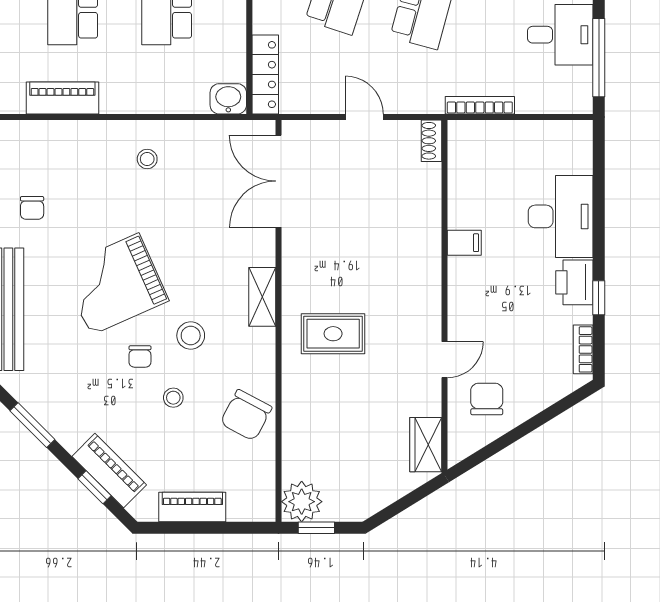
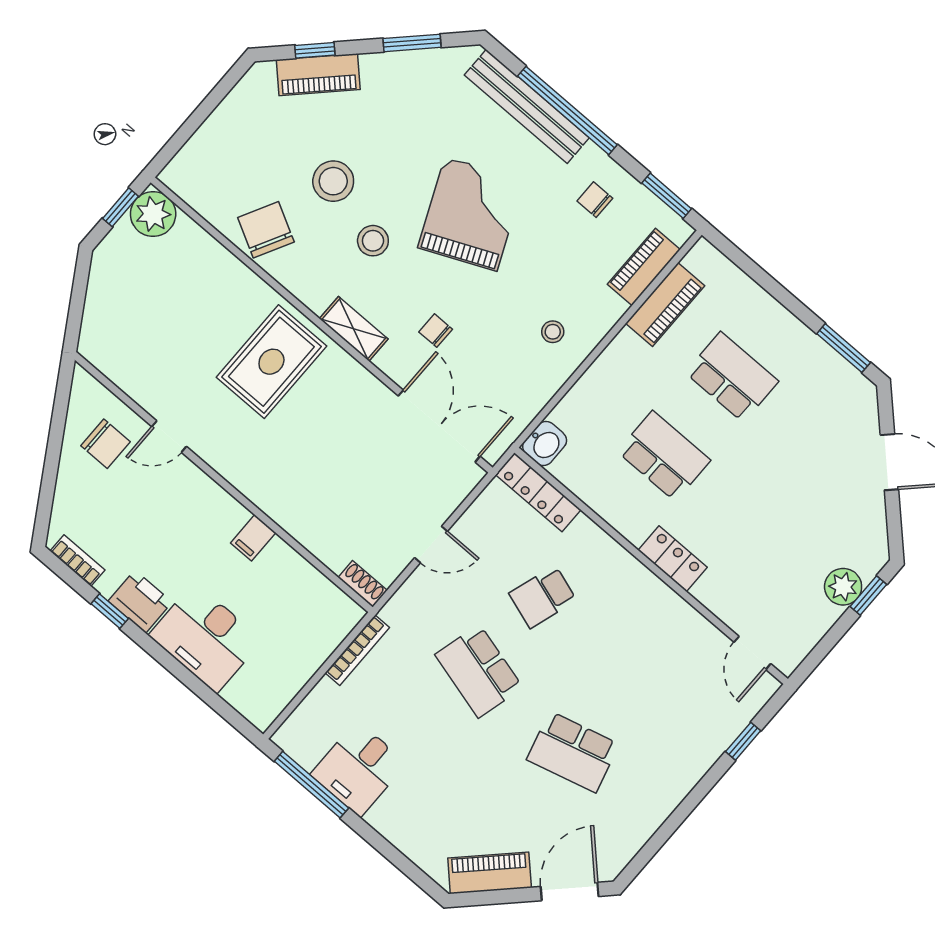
rug: (333, 334) -> (271, 362), width x1.36, depth x1.43
chair: (140, 356) -> (436, 331), moved
door: (444, 360) -> (169, 437), hinge flipped
stool: (173, 398) -> (333, 181), width x1.89, depth x1.89
wardrobe: (426, 445) -> (111, 359), removed
piano: (192, 507) -> (644, 267), moved, turned 180

